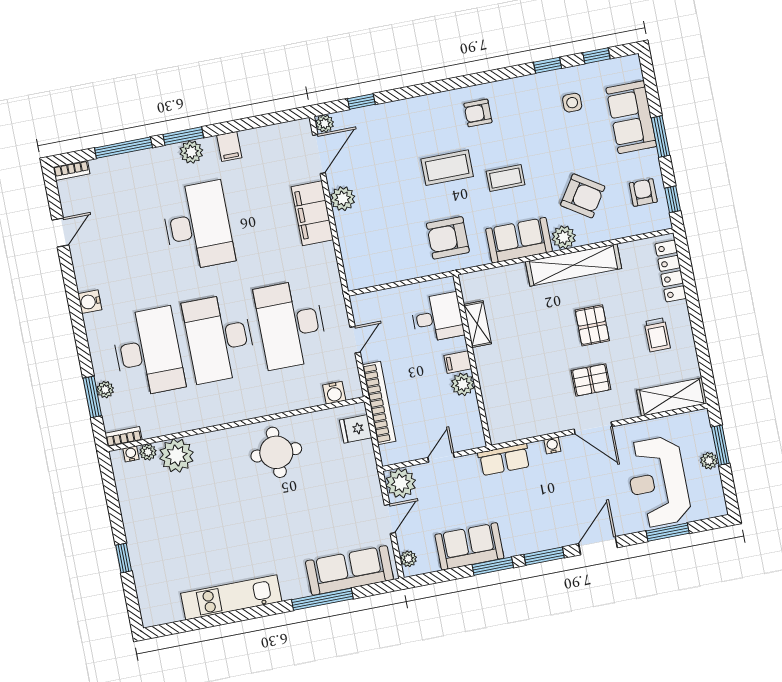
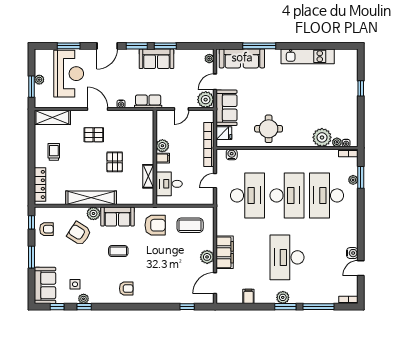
sofa: (631, 117) -> (45, 285), moved
plant: (325, 124) -> (84, 299), moved
filing cabinet: (229, 146) -> (248, 296), moved
coffee table: (447, 168) -> (190, 225), moved
armchair: (643, 193) -> (47, 229), turned -90
water cooler: (90, 302) -> (352, 253), moved
pallet: (592, 325) -> (115, 162), moved
sofa: (360, 476) -> (227, 108), added
sofa: (469, 546) -> (156, 59), moved

